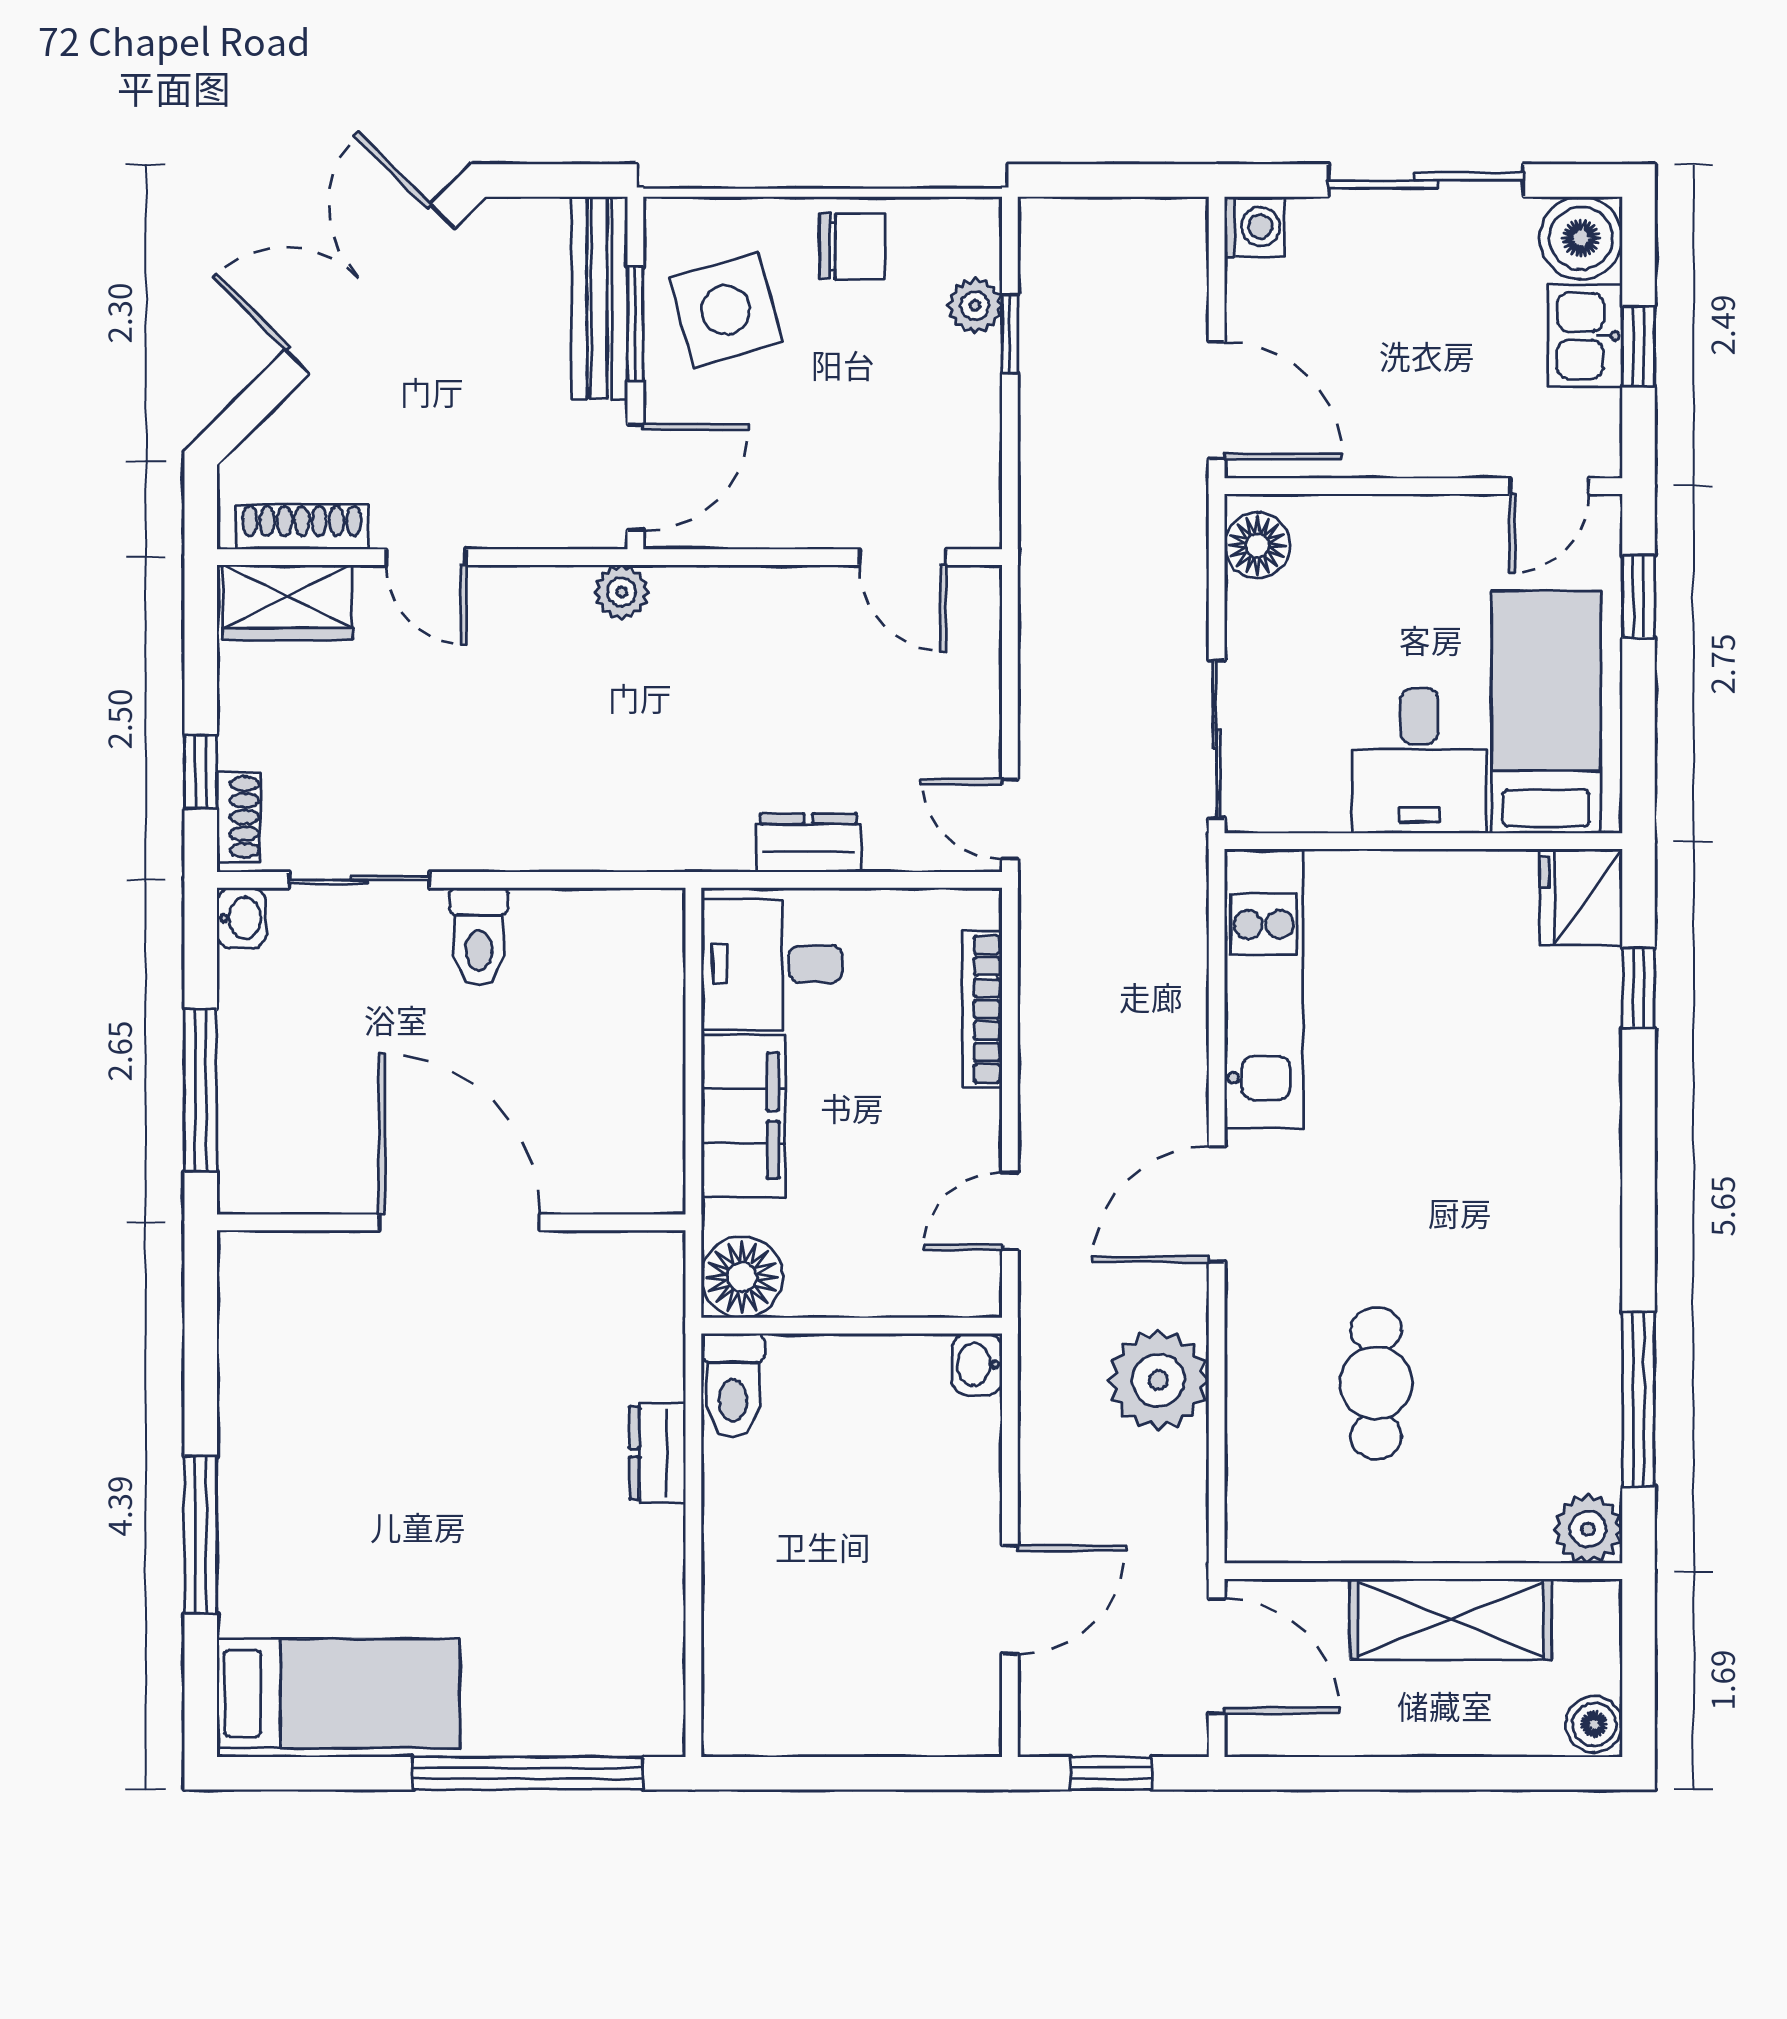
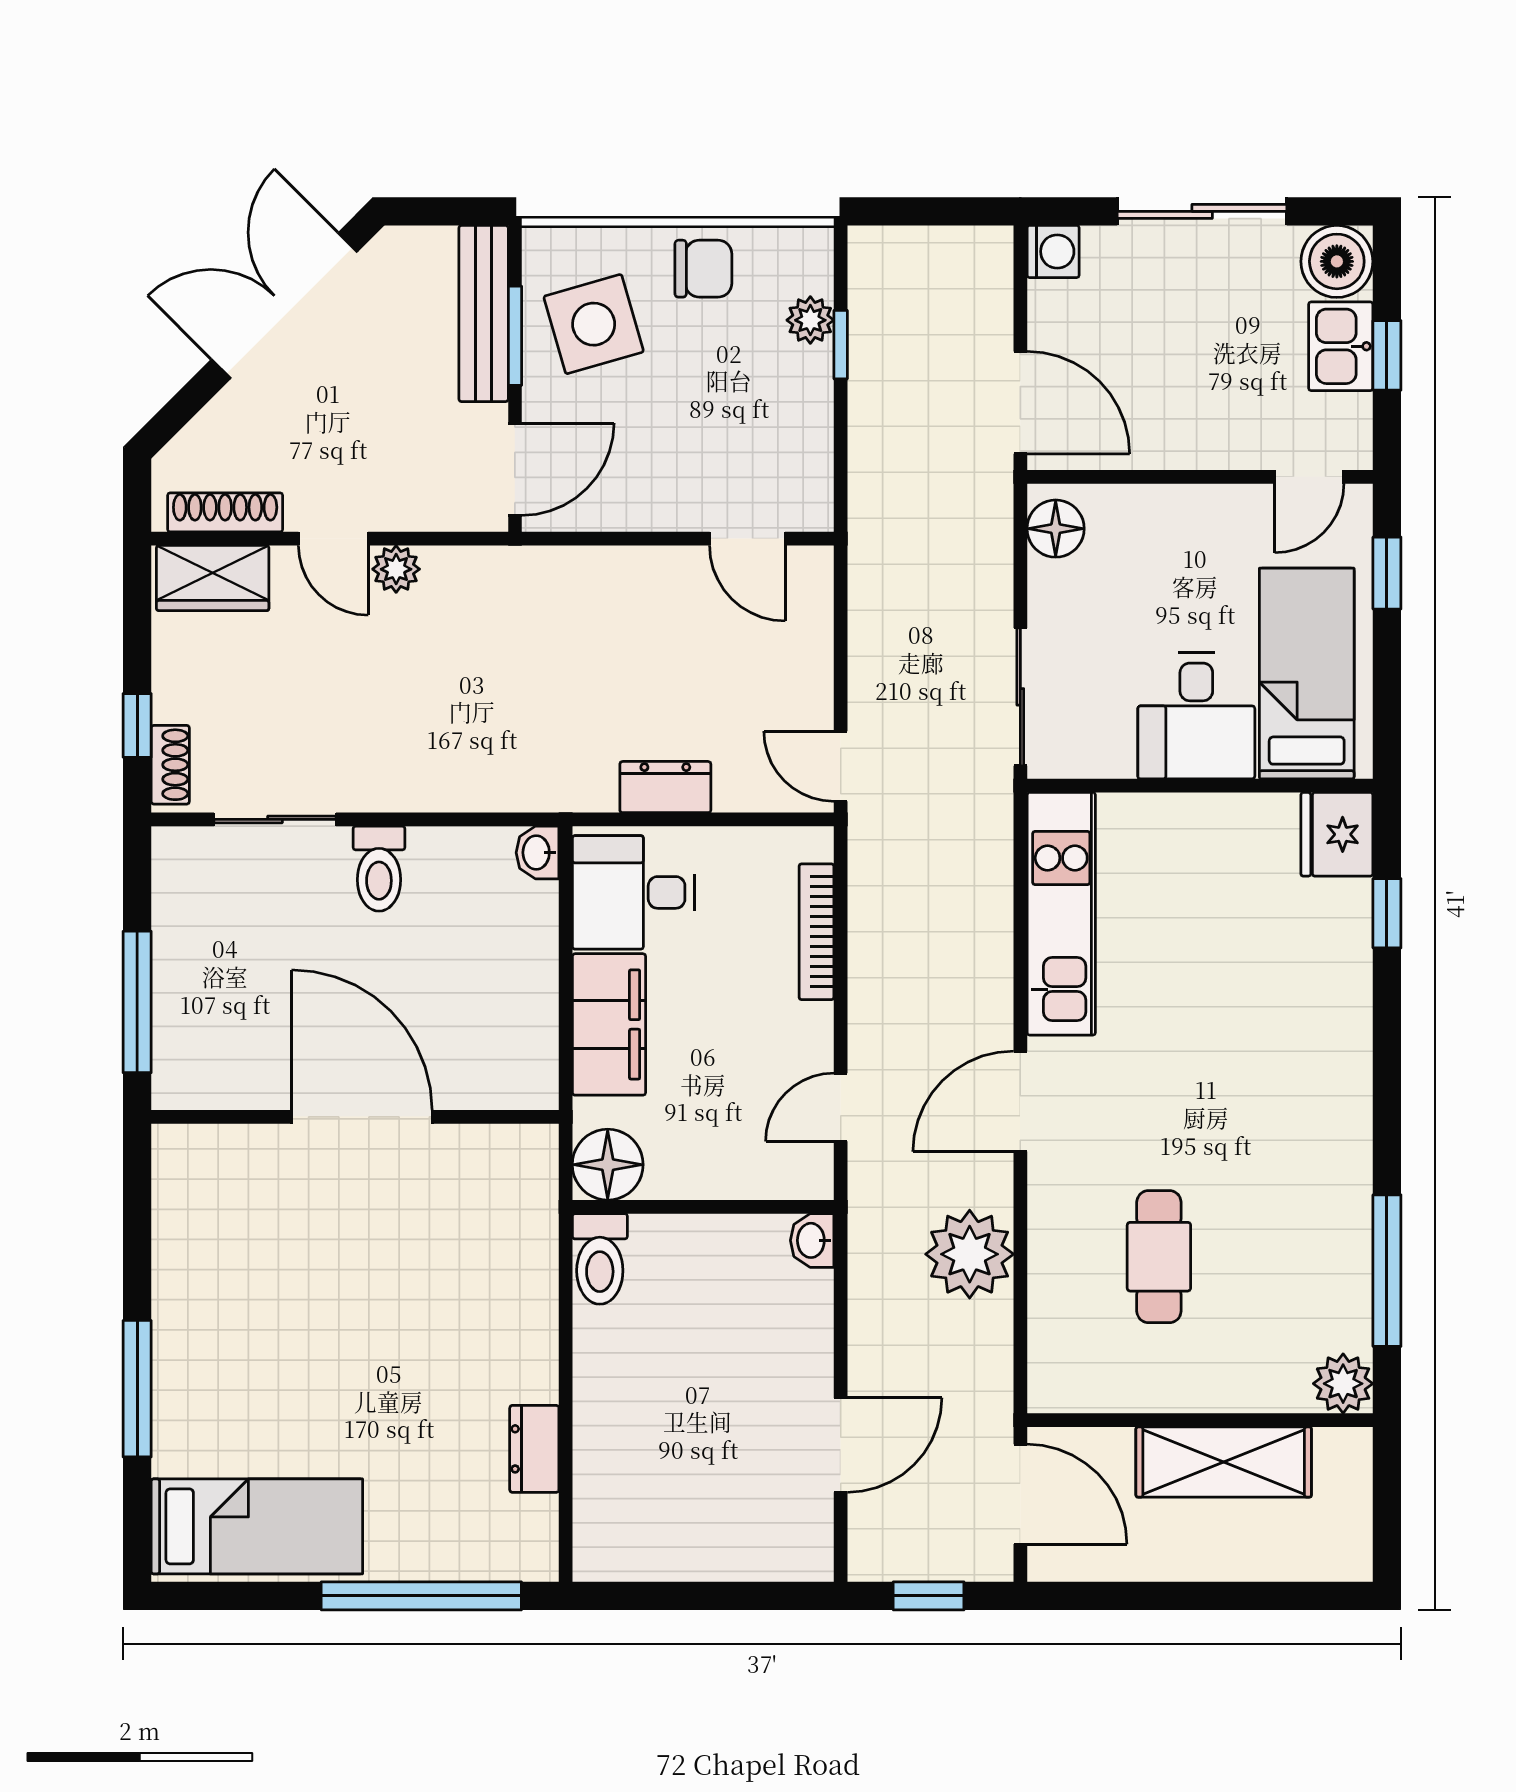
plant: (622, 592) -> (396, 569), moved
washbasin: (241, 918) -> (537, 853), moved, turned 180
dresser: (658, 1453) -> (534, 1449), moved
boiler: (1594, 1724) -> (1348, 1553), removed

